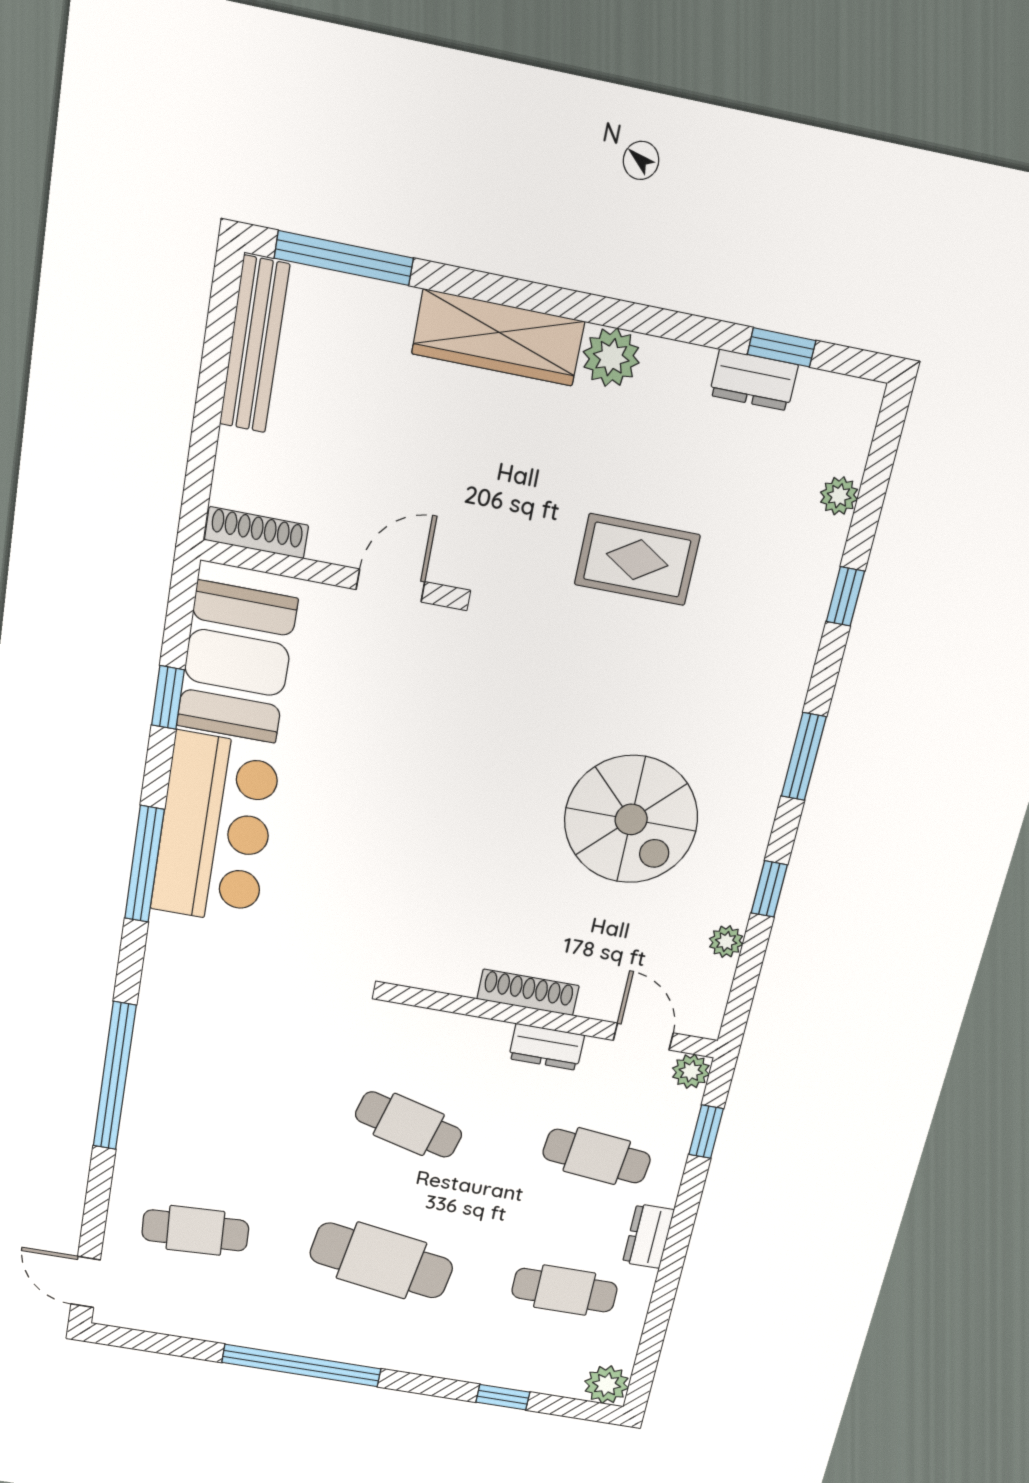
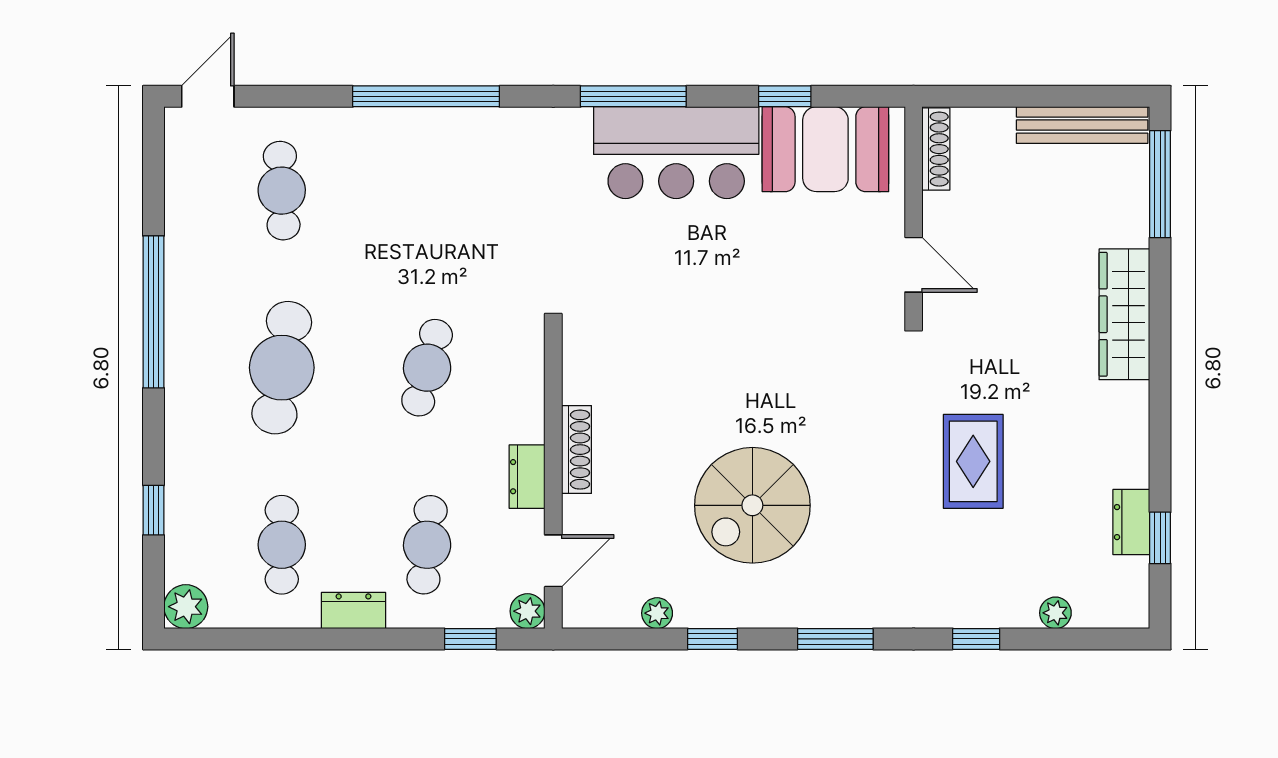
plant: (611, 357) -> (1127, 406), removed

